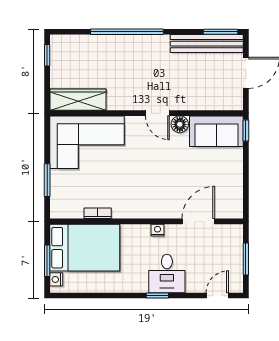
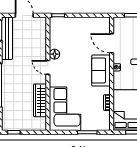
wardrobe: (78, 100) -> (40, 100), moved
door: (157, 113) -> (48, 67), swing flipped
sofa: (216, 131) -> (101, 70), moved, turned 180

